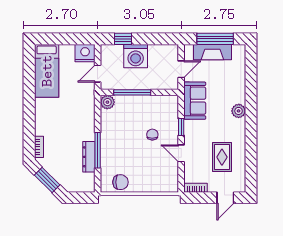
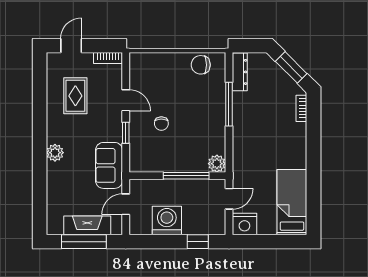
washing machine: (136, 56) -> (167, 220), moved
dresser: (89, 157) -> (240, 72), moved

